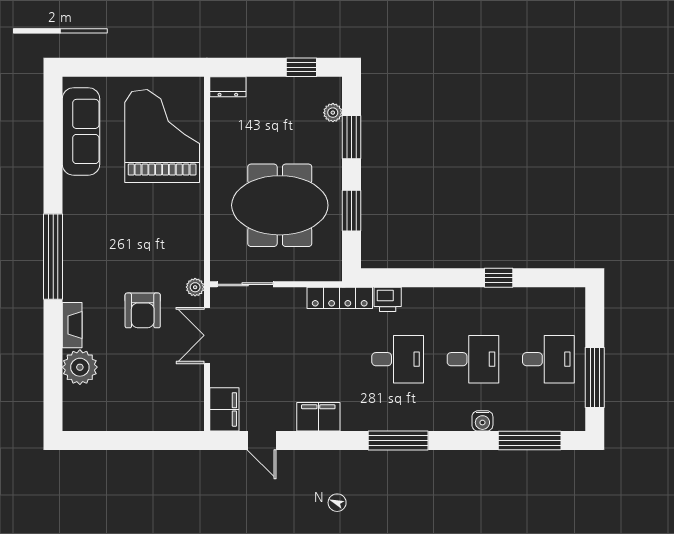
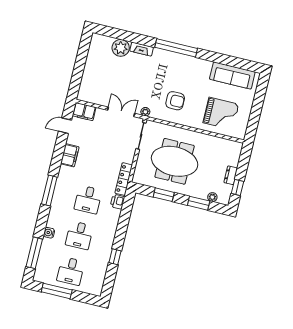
dresser: (228, 87) -> (231, 175), moved
grand piano: (162, 136) -> (221, 113), width x0.73, depth x0.68
meeting table: (280, 205) -> (175, 161), turned 90
armchair: (143, 310) -> (175, 101), moved, turned 180

